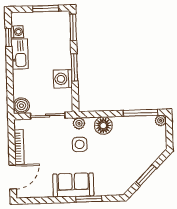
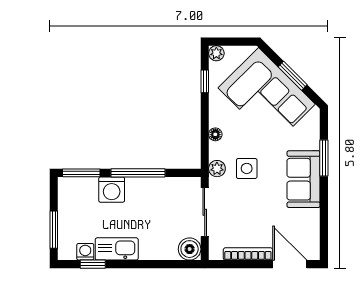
window: (46, 9) -> (54, 230), moved
window: (74, 67) -> (138, 173), width x1.44
washing machine: (63, 79) -> (112, 190), moved
window: (141, 113) -> (205, 81), width x0.46
floor lamp: (103, 126) -> (215, 134), width x0.53, depth x0.53
corner sofa: (131, 157) -> (267, 96), added

